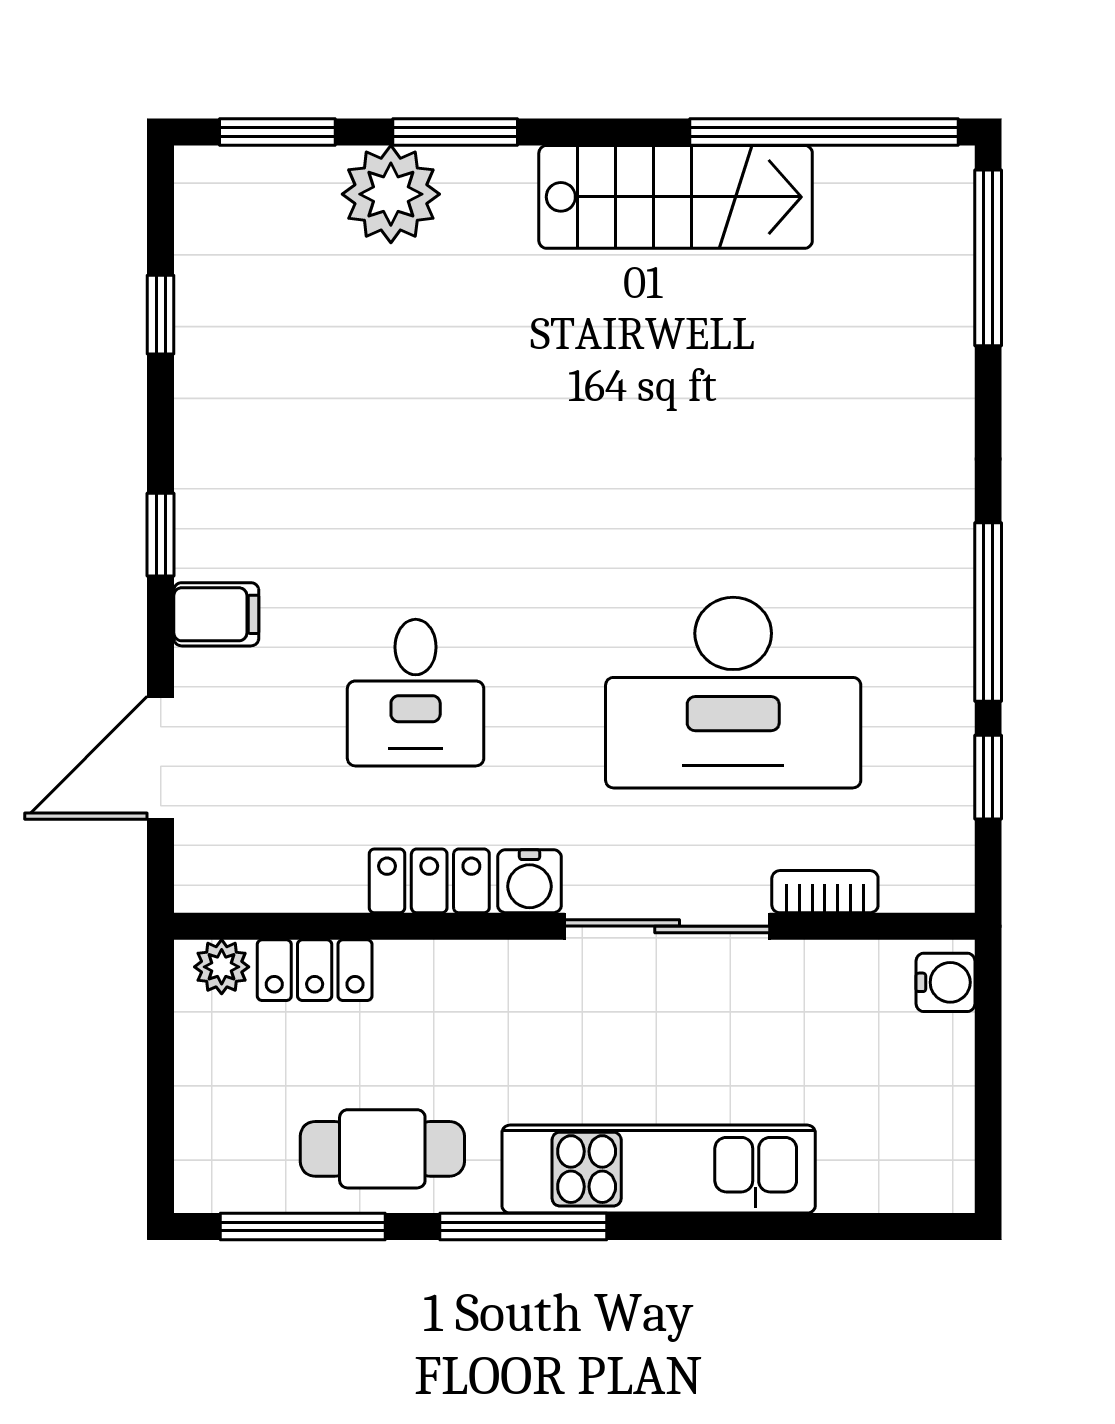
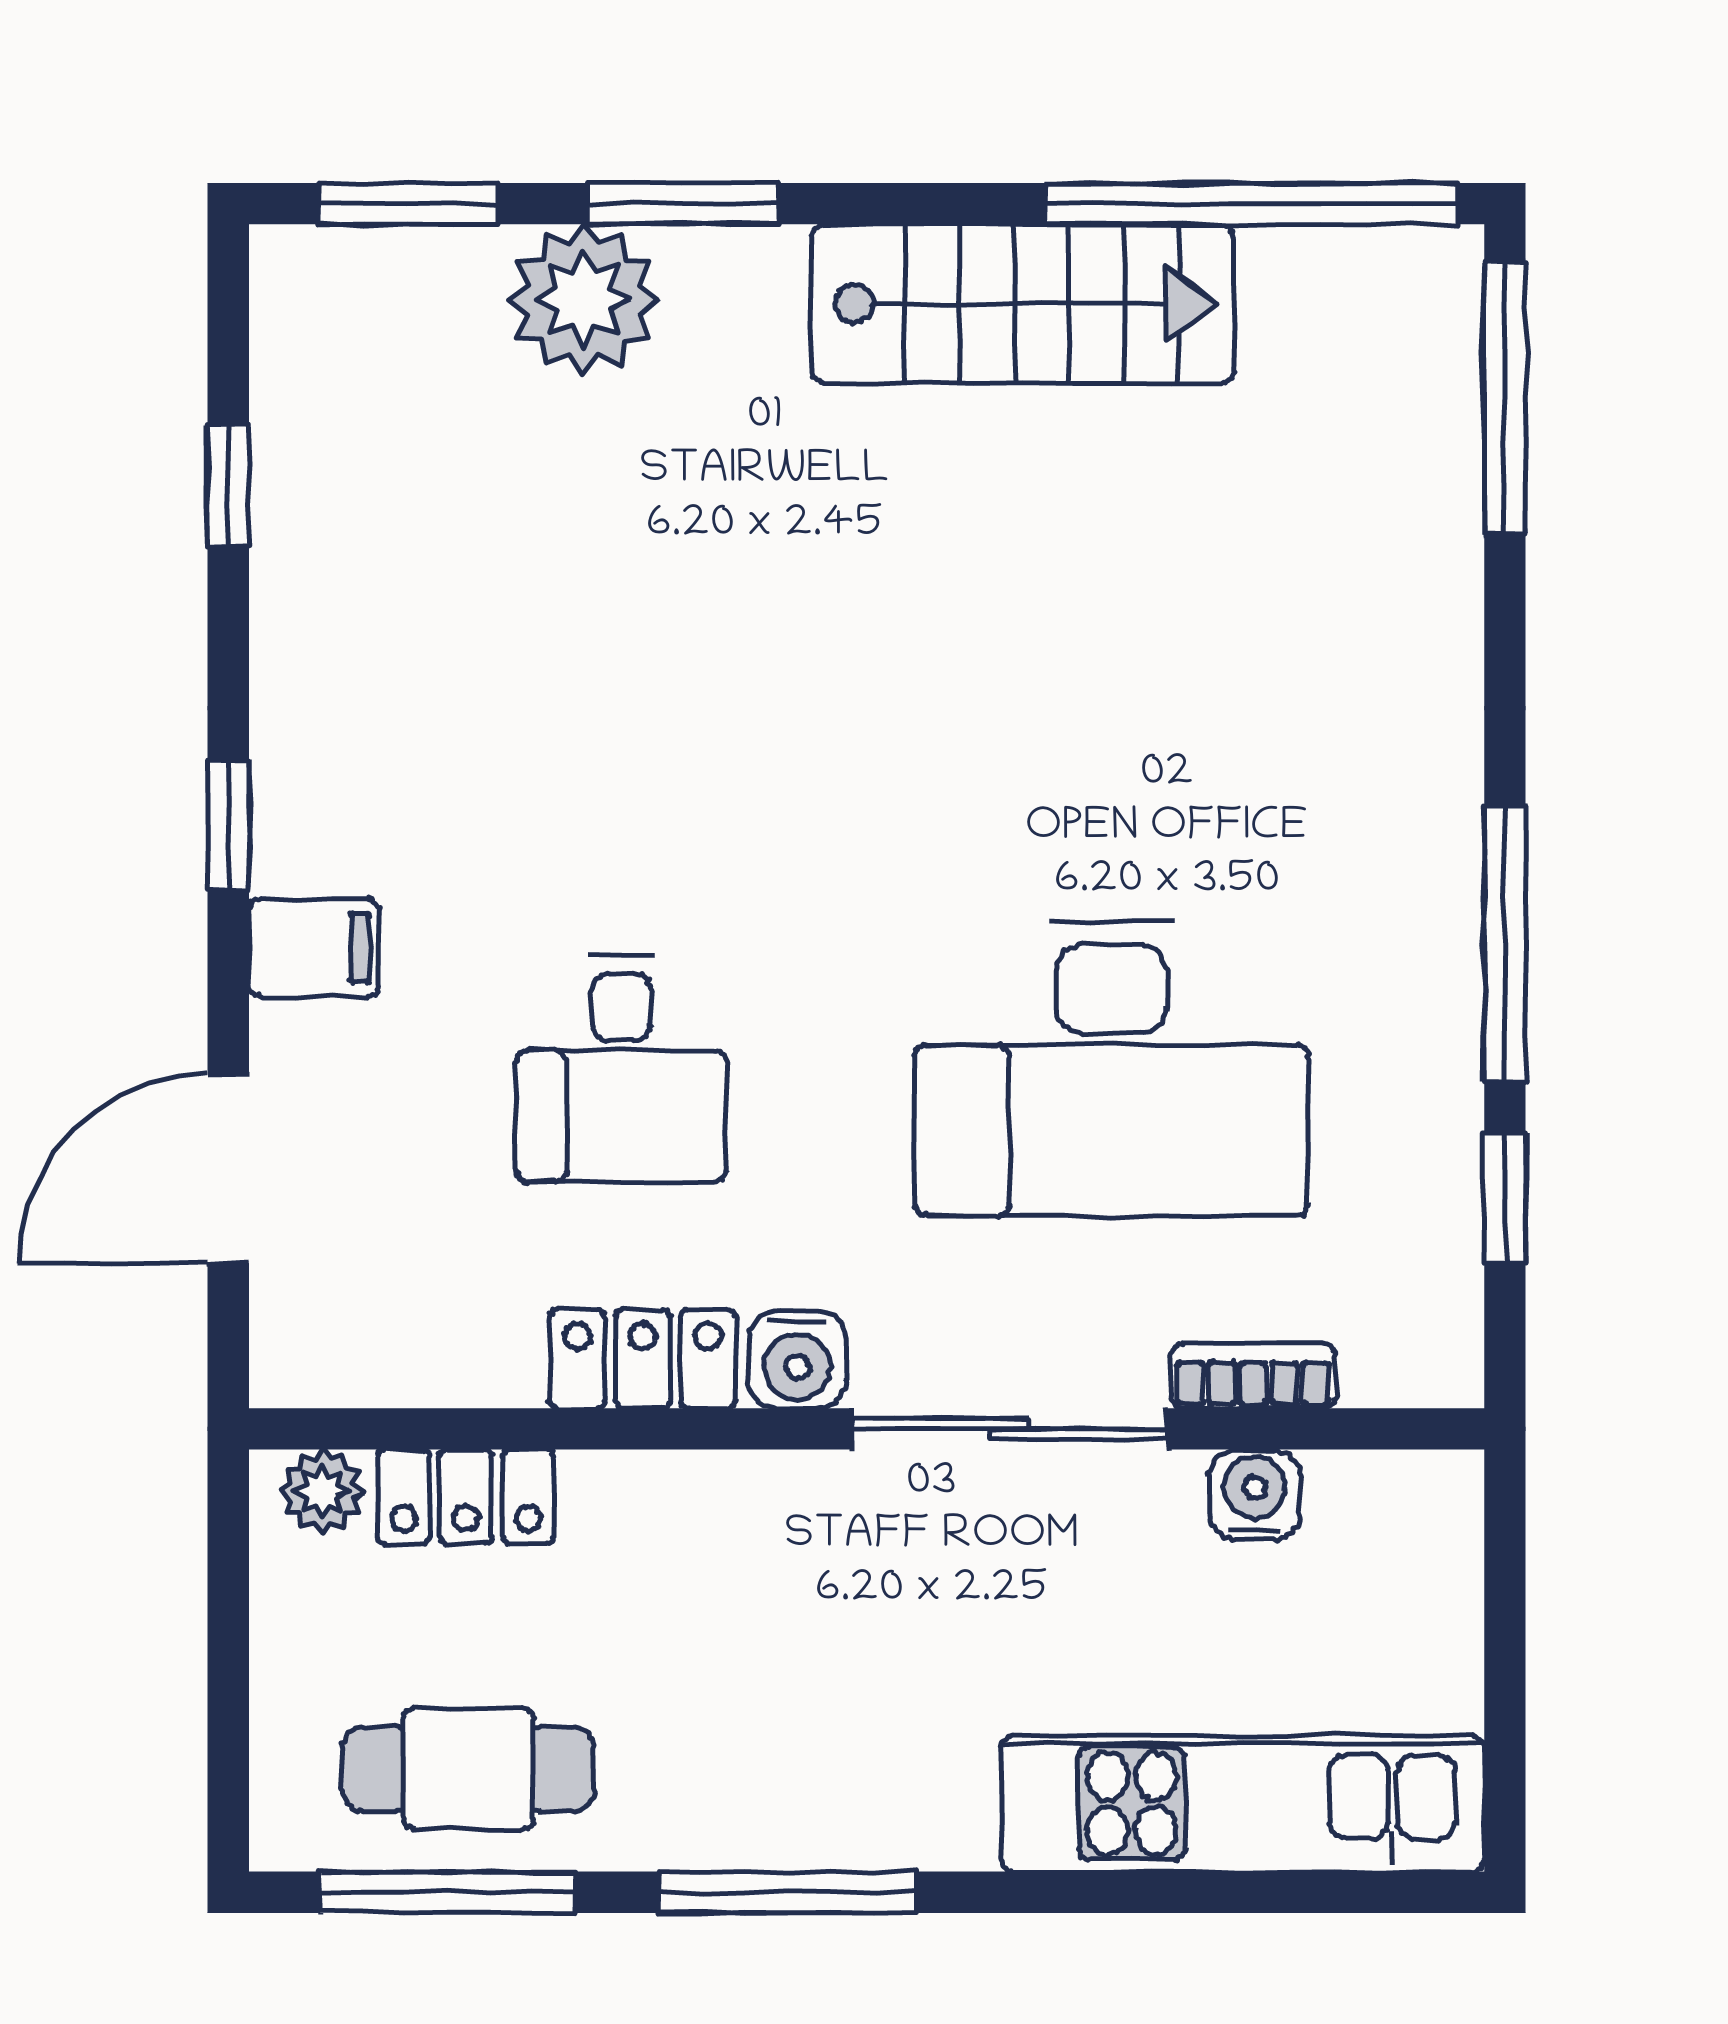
water cooler: (946, 982) -> (1255, 1495), moved, turned -90
cafe table: (382, 1149) -> (468, 1769), moved
kitchen unit: (659, 1169) -> (1243, 1804), moved

